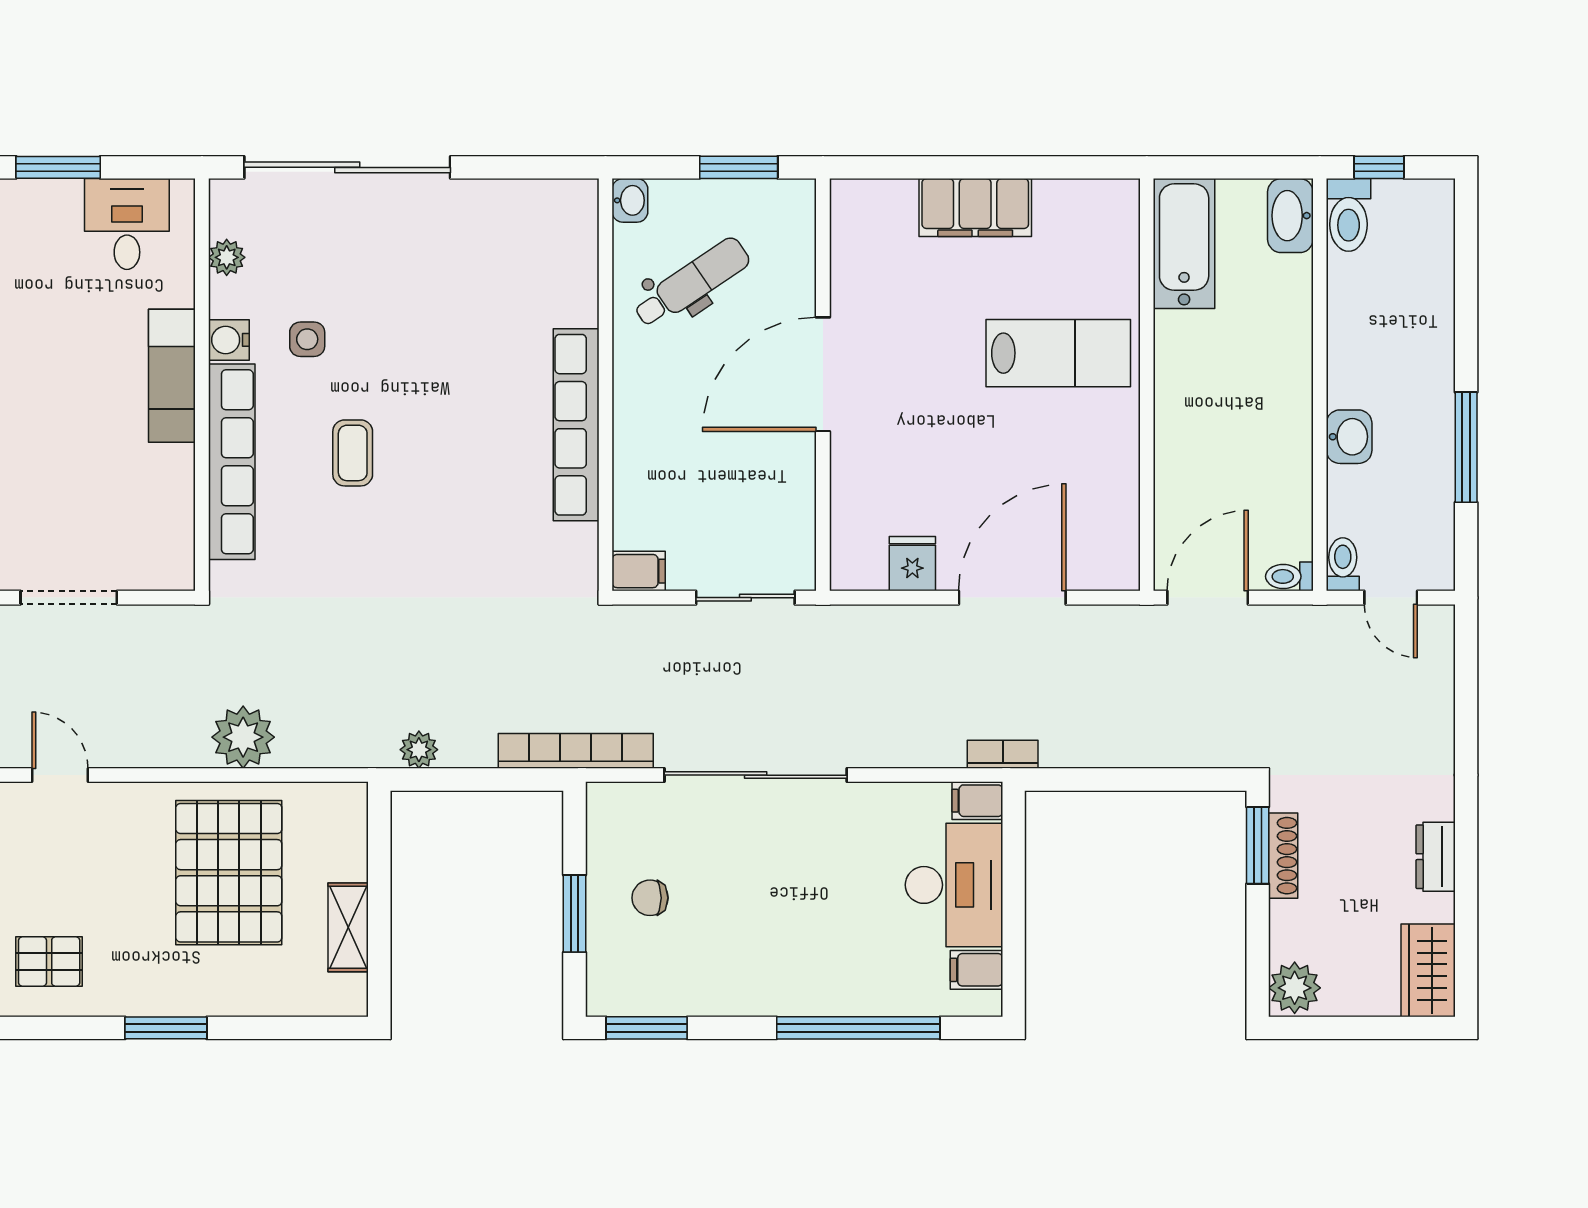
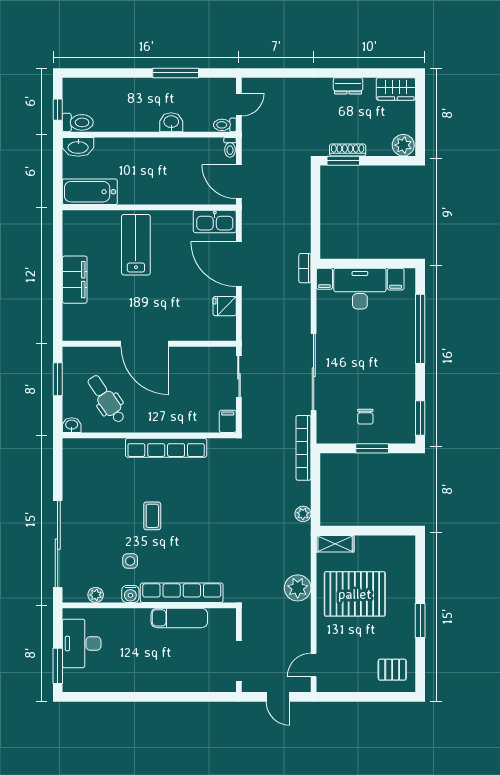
desk: (127, 224) -> (82, 643), width x1.37
exam couch: (172, 376) -> (179, 618), moved
coffee table: (353, 453) -> (152, 516), moved, turned 90
kitchen sink: (1113, 540) -> (215, 222), added
shelving: (348, 927) -> (335, 544), moved
pallet: (49, 962) -> (392, 670), turned 90

